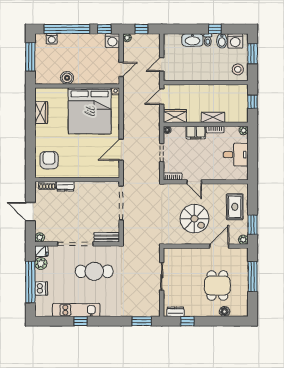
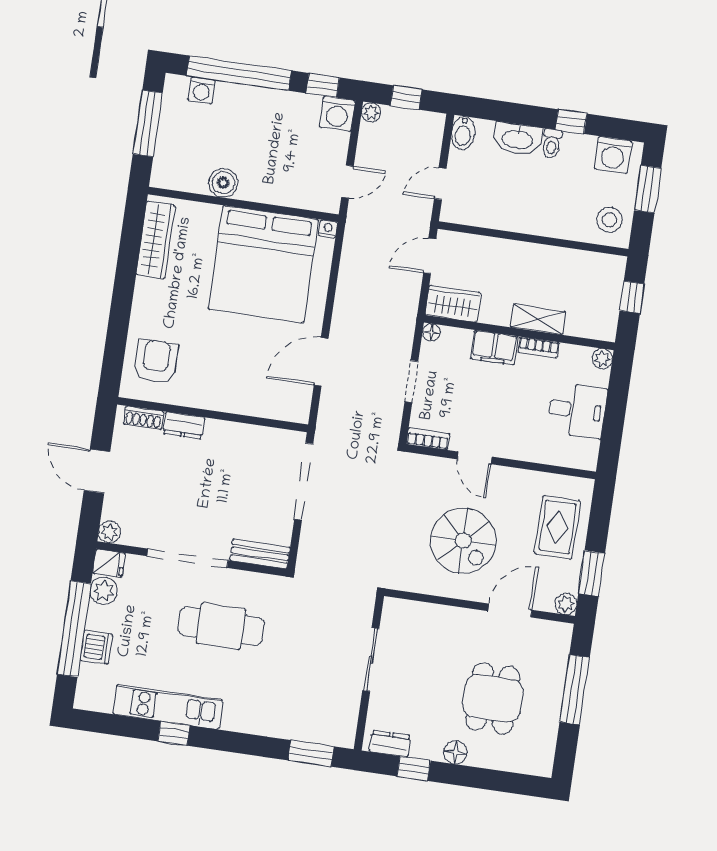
bidet: (222, 41) -> (463, 133), moved
wardrobe: (41, 113) -> (156, 240), width x1.50
floor lamp: (225, 312) -> (455, 752), moved

